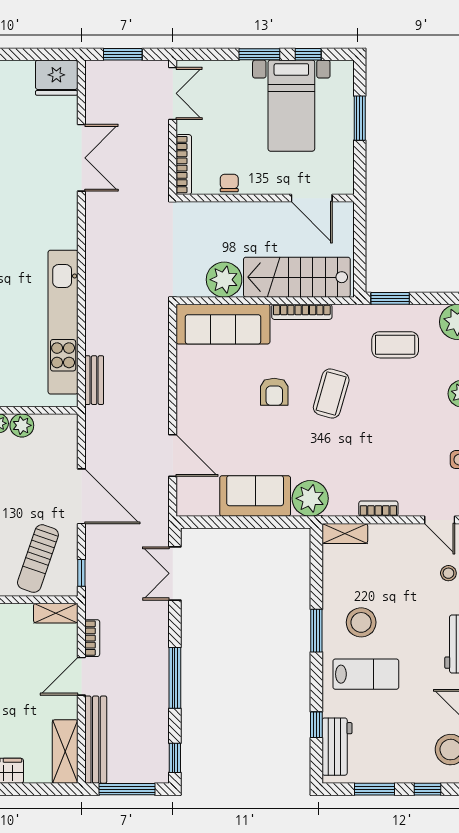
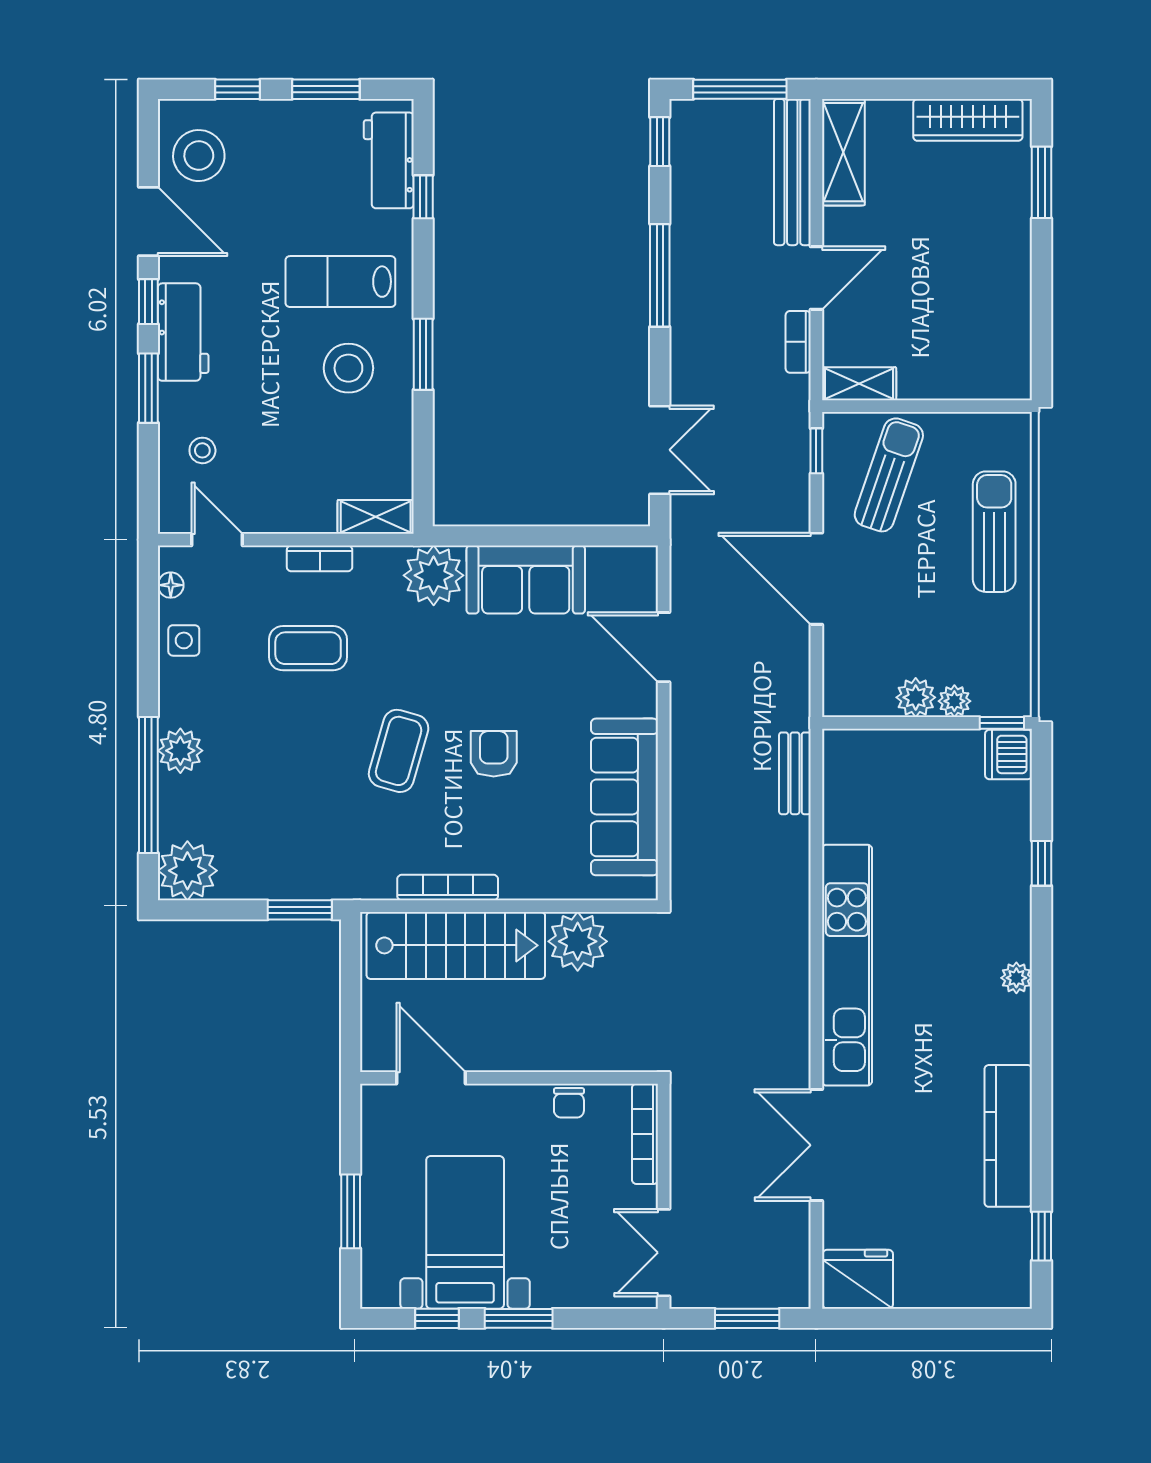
kitchen unit: (63, 322) -> (847, 965), moved
sofa: (223, 324) -> (625, 797), moved, turned -90
coffee table: (395, 345) -> (308, 648), moved

